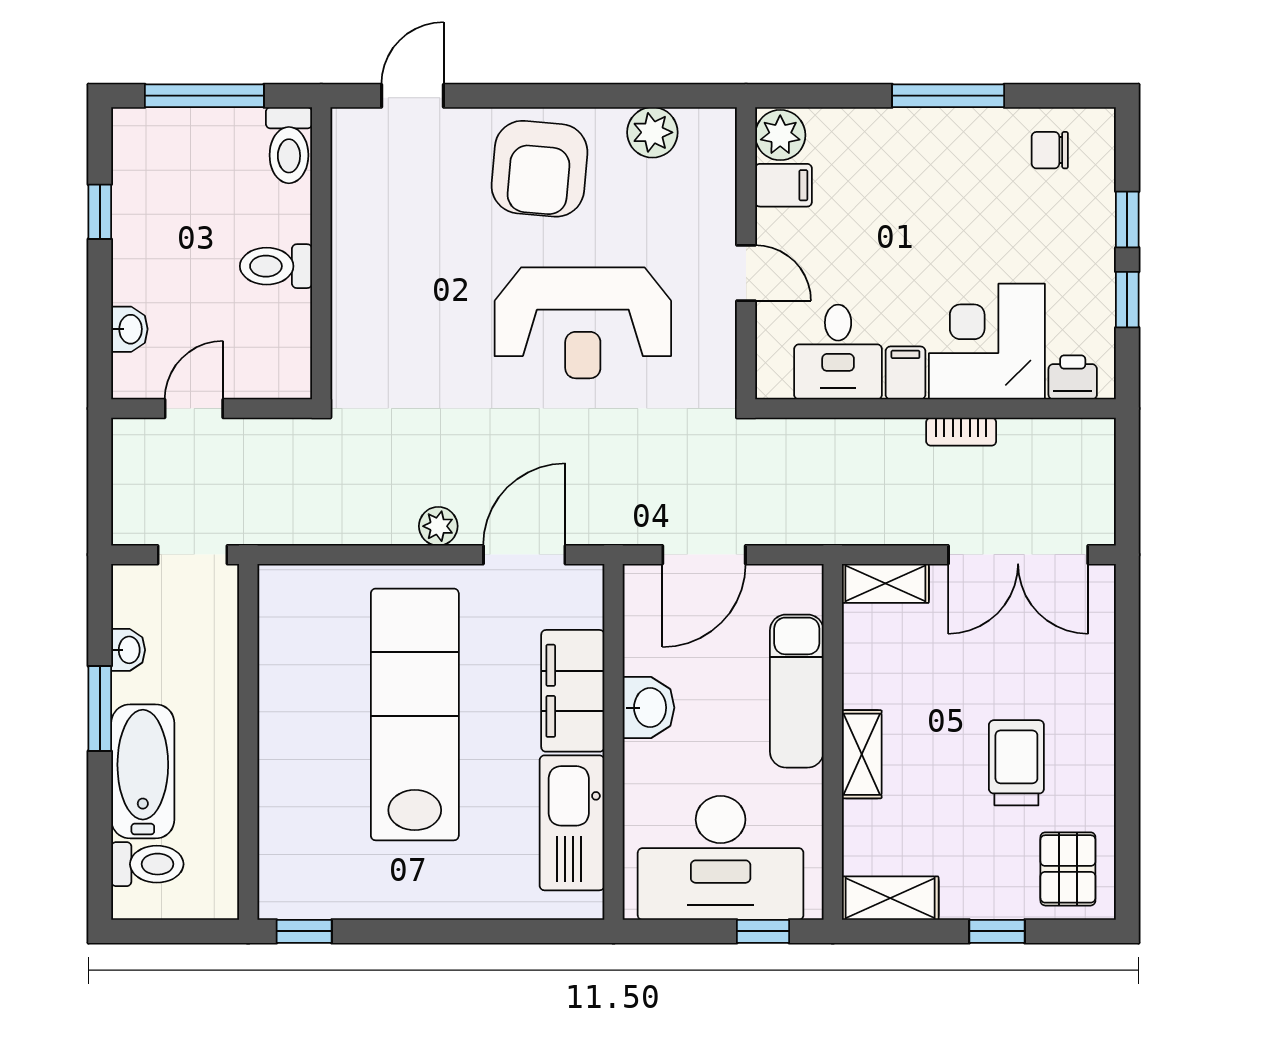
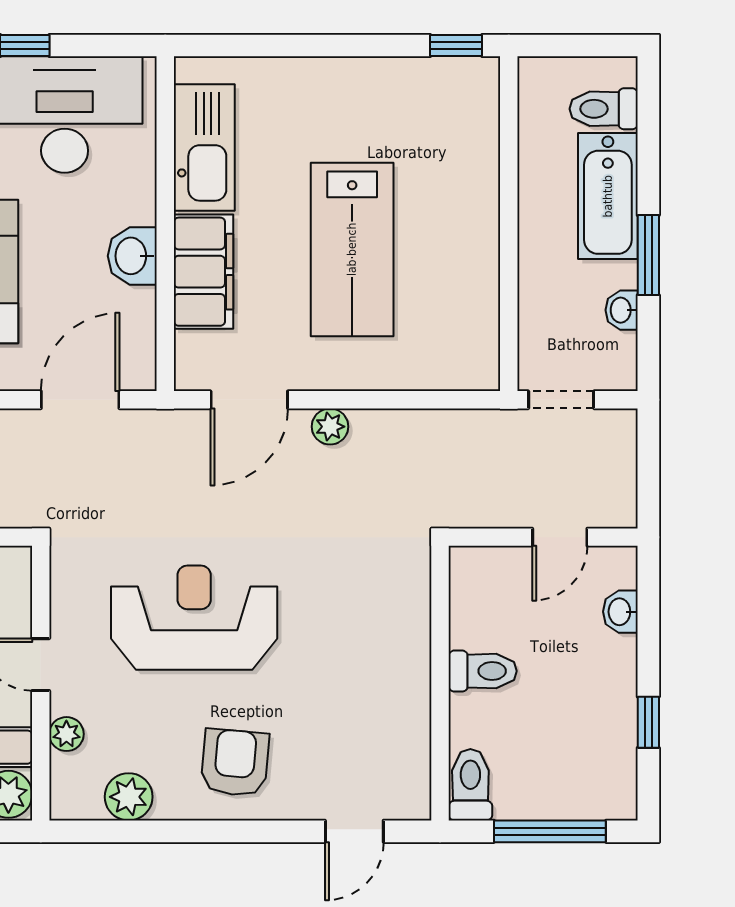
armchair: (539, 169) -> (235, 763), width x0.73, depth x0.73
plant: (719, 199) -> (66, 734), added
lab bench: (415, 714) -> (352, 249), width x0.73

